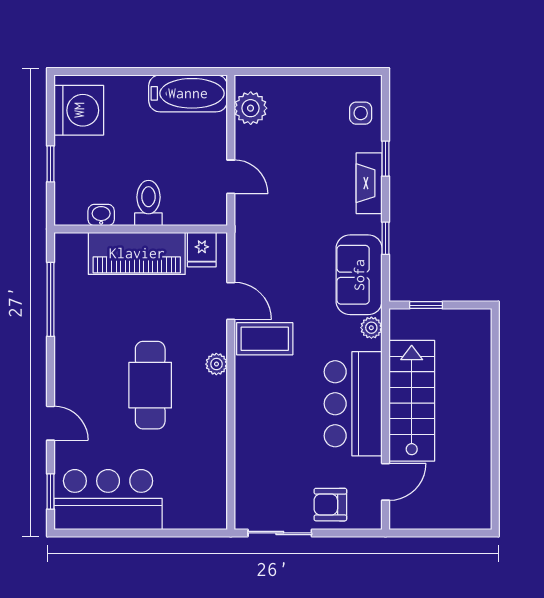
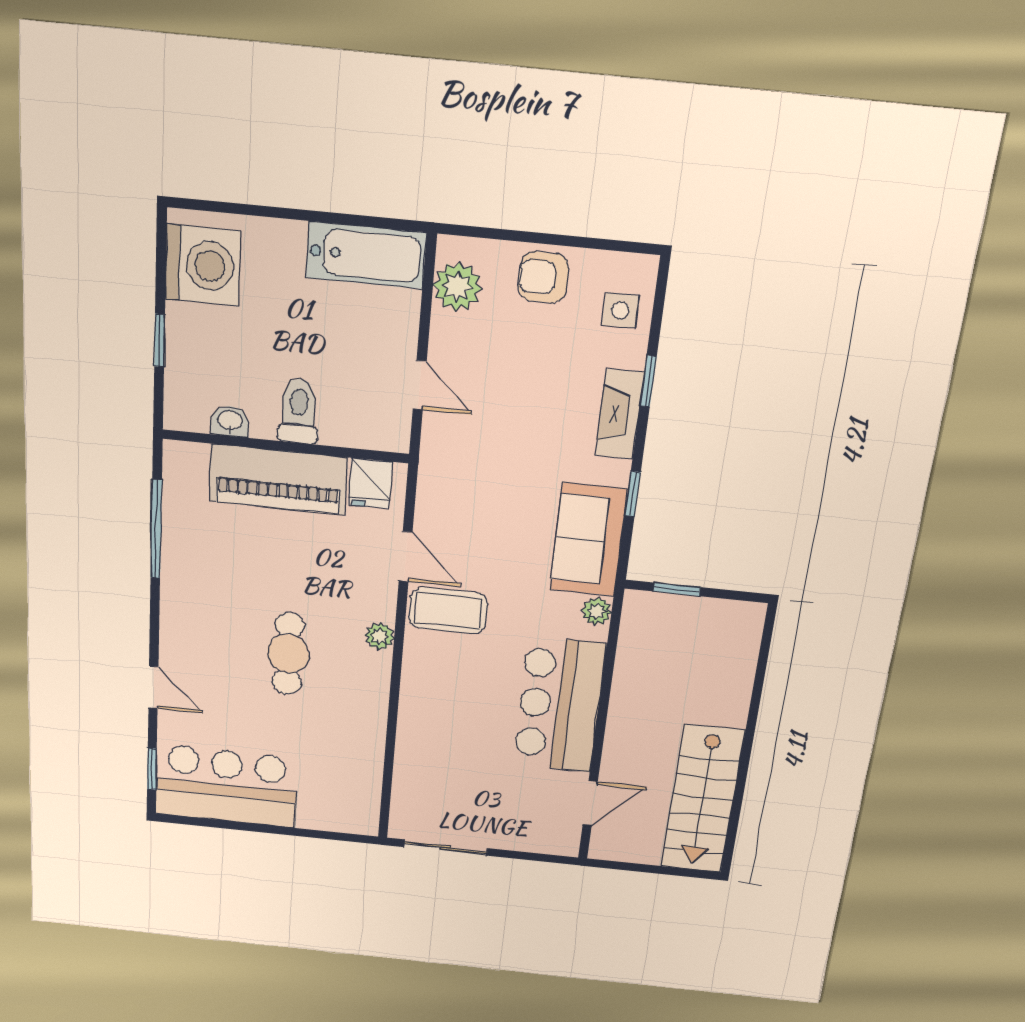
cafe table: (150, 385) -> (288, 654), width x0.73, depth x0.74
stairs: (412, 401) -> (703, 799), moved, turned 180
armchair: (330, 505) -> (543, 277), moved

